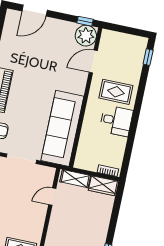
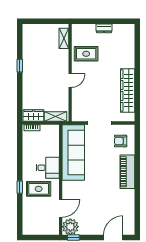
window: (148, 57) -> (20, 187), moved
desk: (116, 121) -> (48, 168), moved, turned 180
door: (52, 197) -> (70, 81), moved

